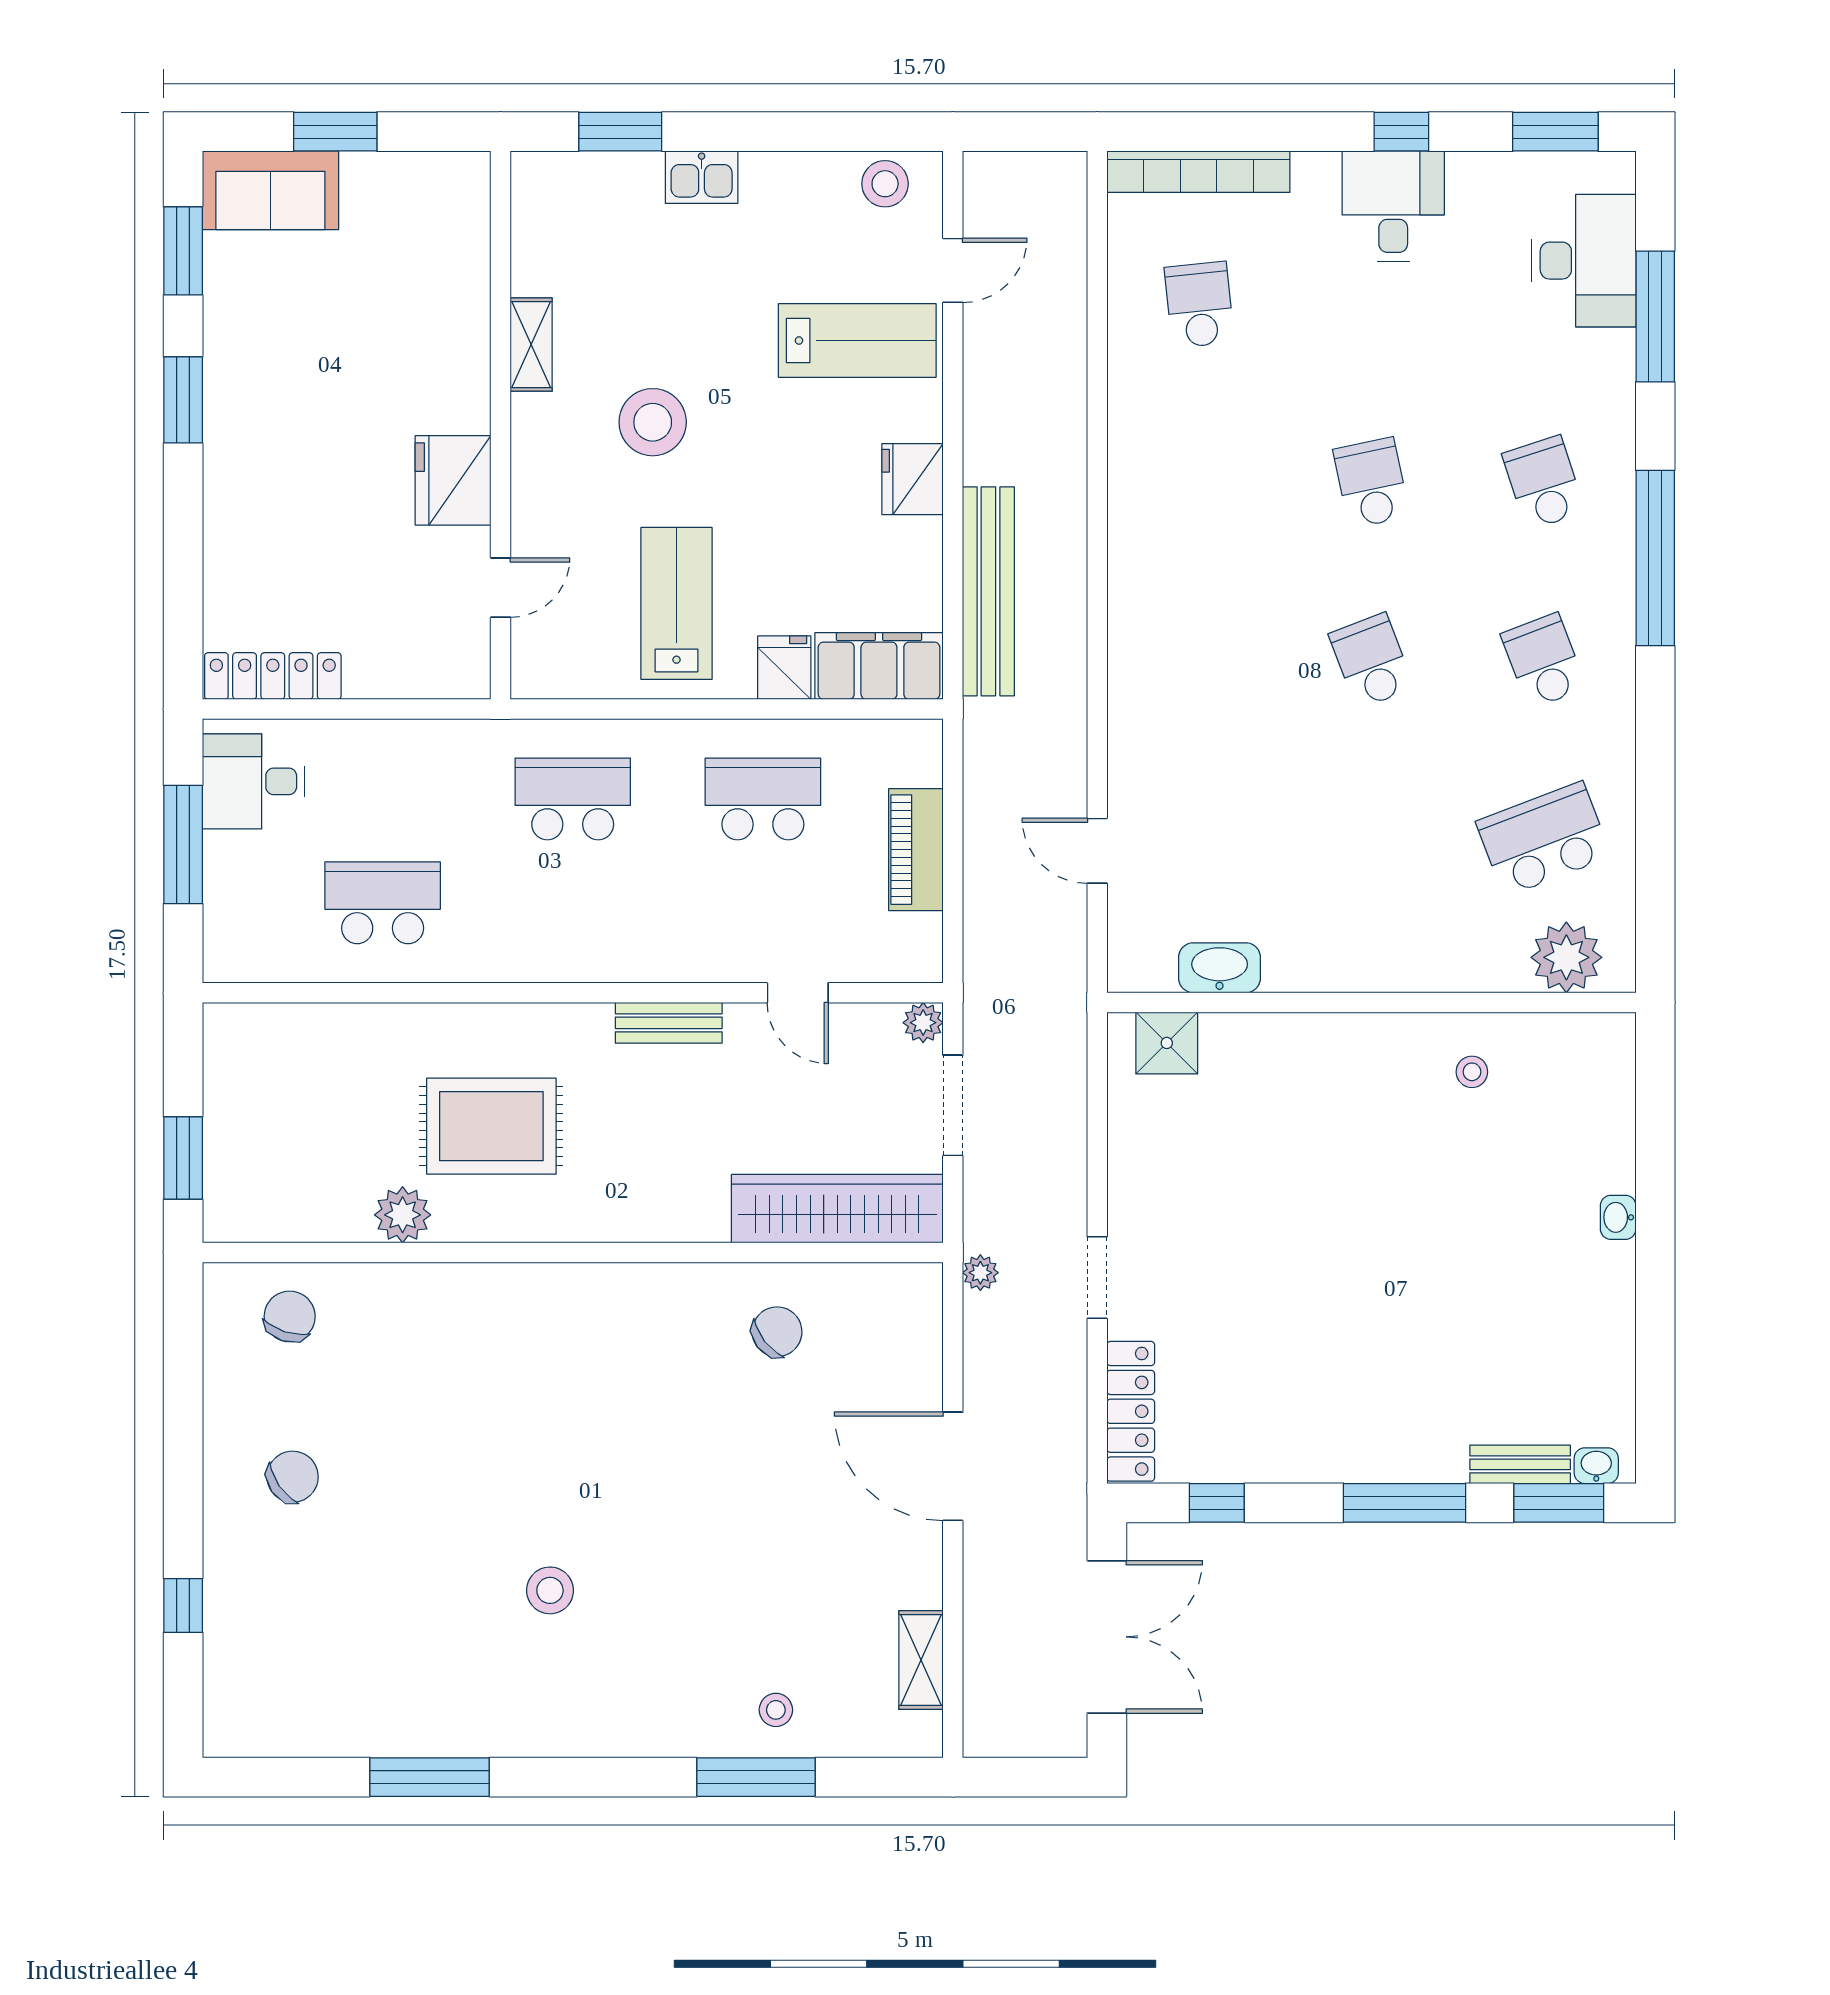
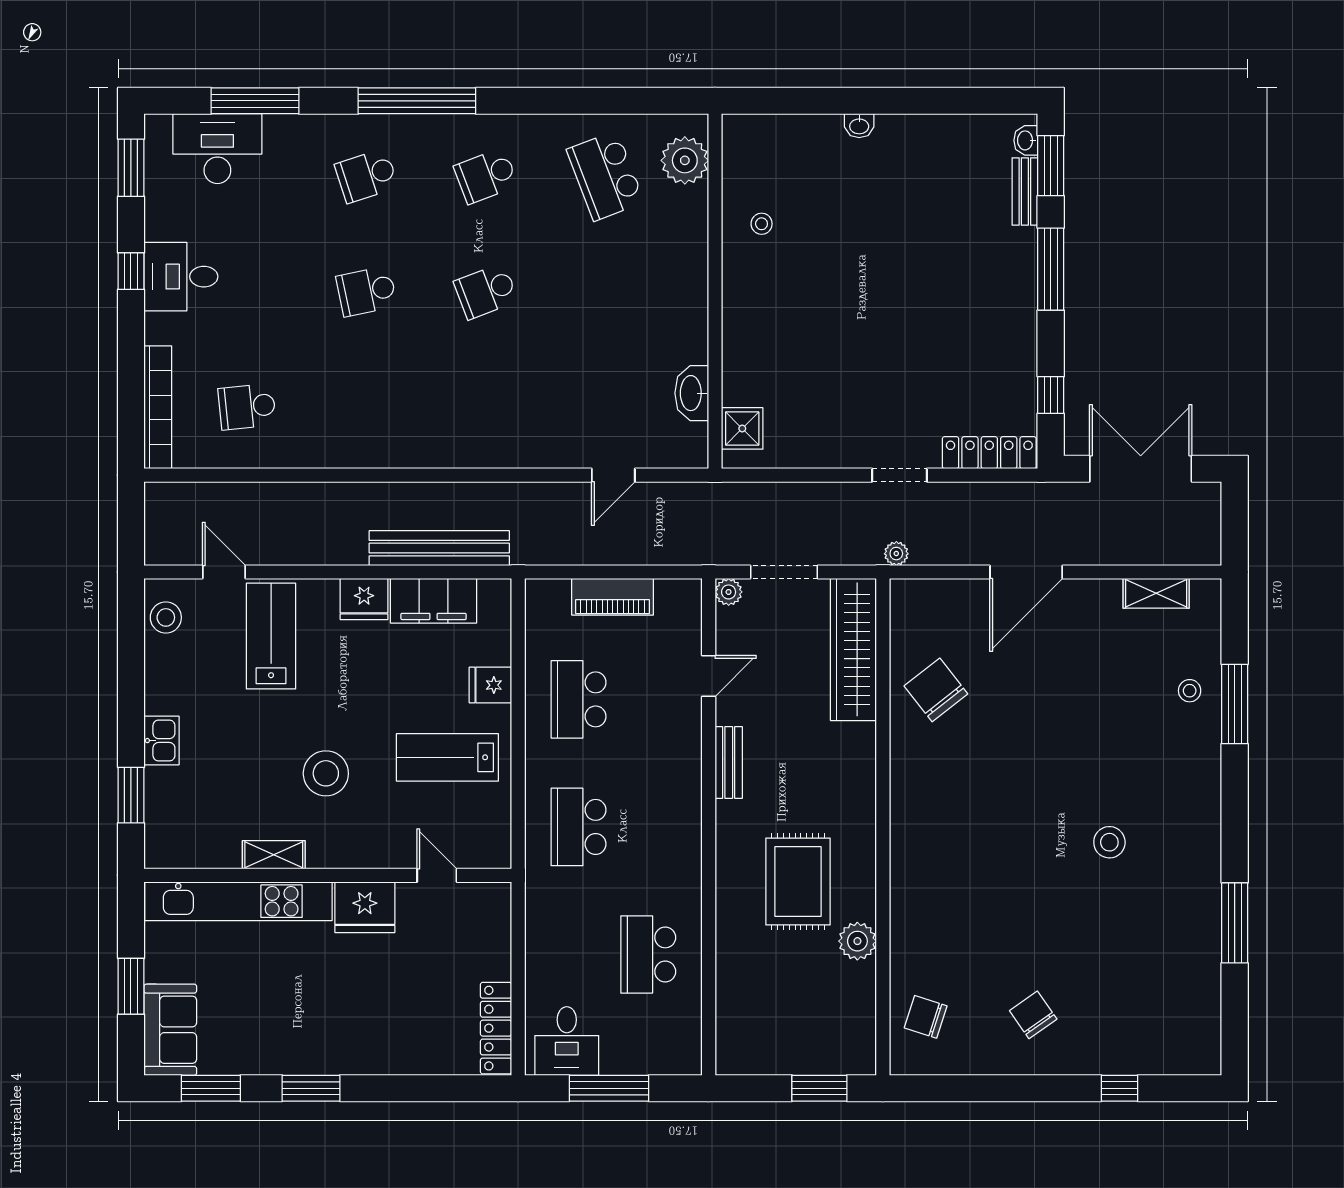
kitchen unit: (462, 292) -> (238, 901), added
filing cabinet: (879, 666) -> (434, 601), moved, turned -90
chair: (777, 1332) -> (936, 690), width x1.37, depth x1.37

